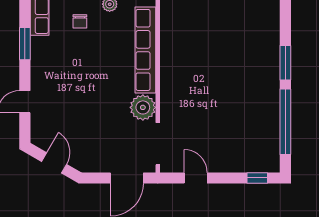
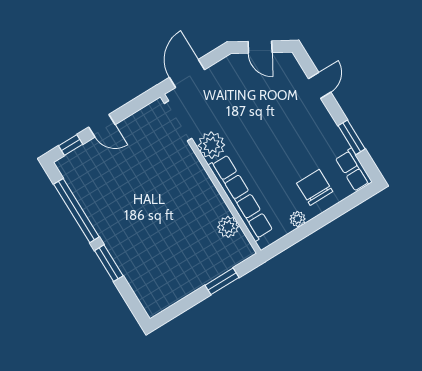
chair: (80, 21) -> (315, 187), width x1.87, depth x1.87
plant: (170, 33) -> (228, 227), added
door: (196, 178) -> (102, 126), moved

